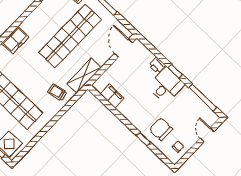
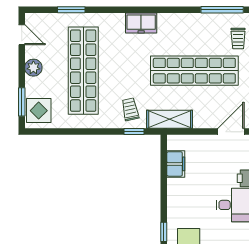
window: (72, 102) -> (134, 132), added

